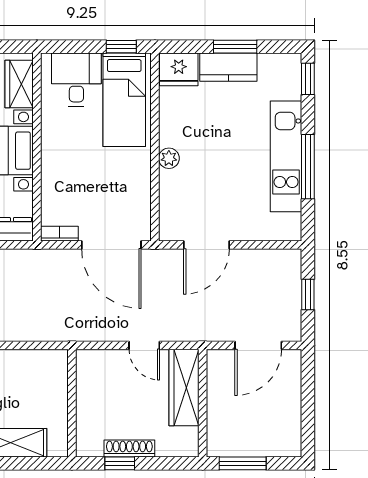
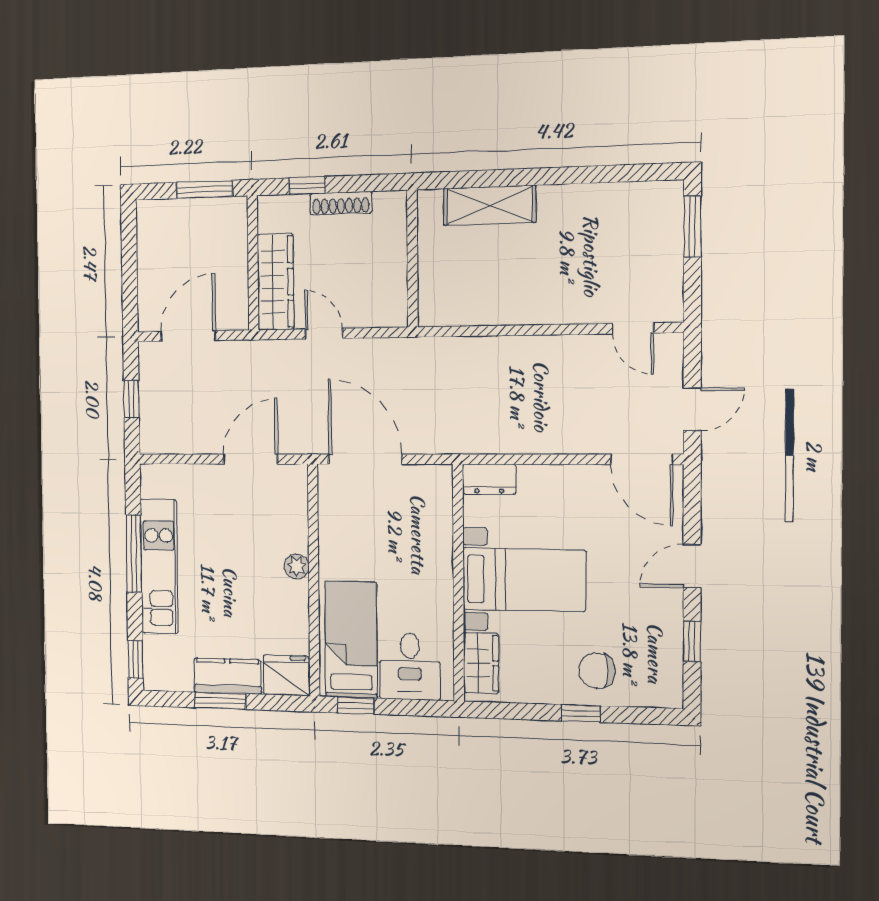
bookcase: (59, 234) -> (429, 474), removed
window: (120, 463) -> (307, 186), moved

